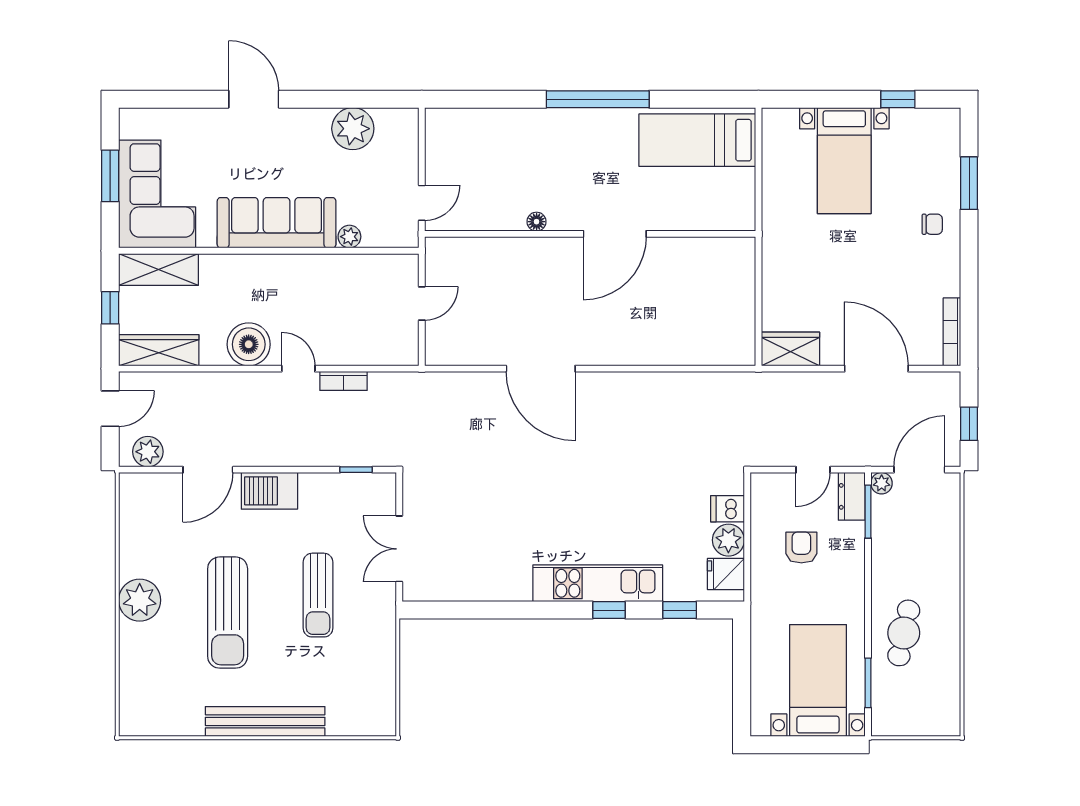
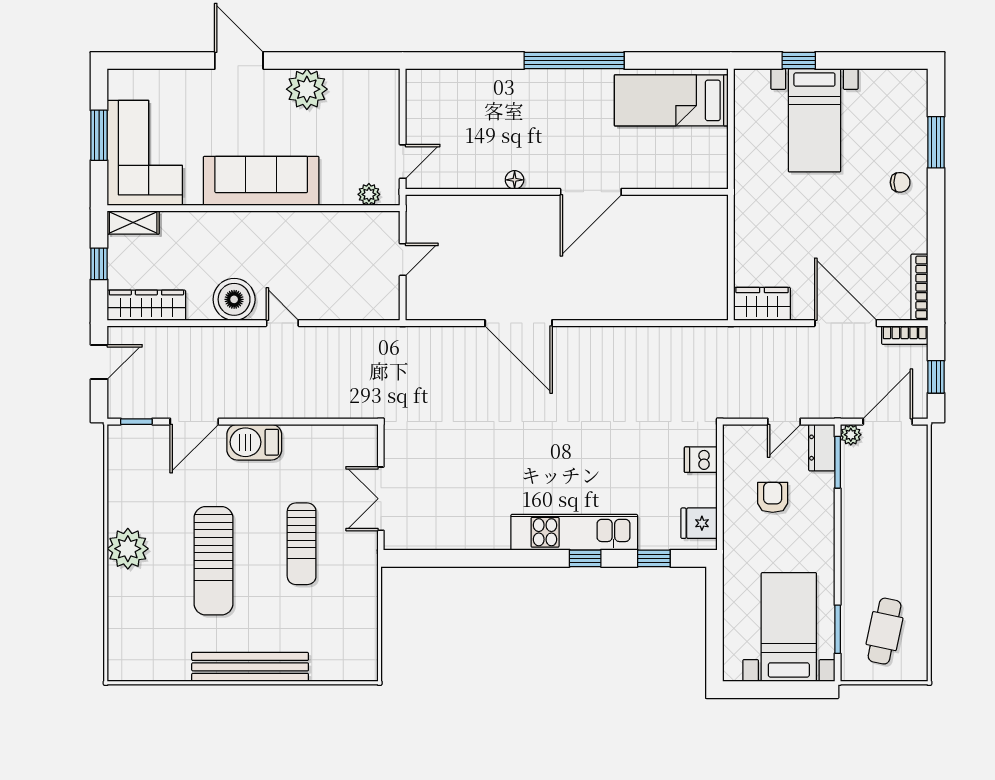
window: (898, 99) -> (799, 60), moved
plant: (353, 129) -> (307, 89), moved
plant: (349, 237) -> (369, 194), moved
shelving: (158, 270) -> (133, 223), width x0.67, depth x0.75
bookcase: (343, 381) -> (905, 335), moved
plant: (148, 452) -> (136, 404), removed
window: (356, 470) -> (136, 422), moved
plant: (728, 540) -> (702, 490), removed
cafe table: (904, 633) -> (885, 631), moved

